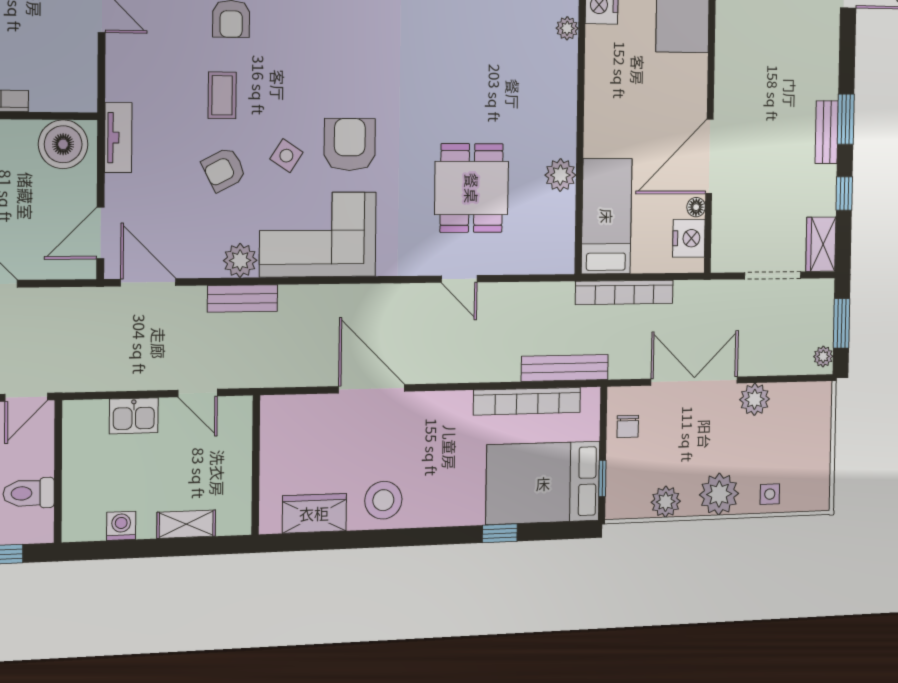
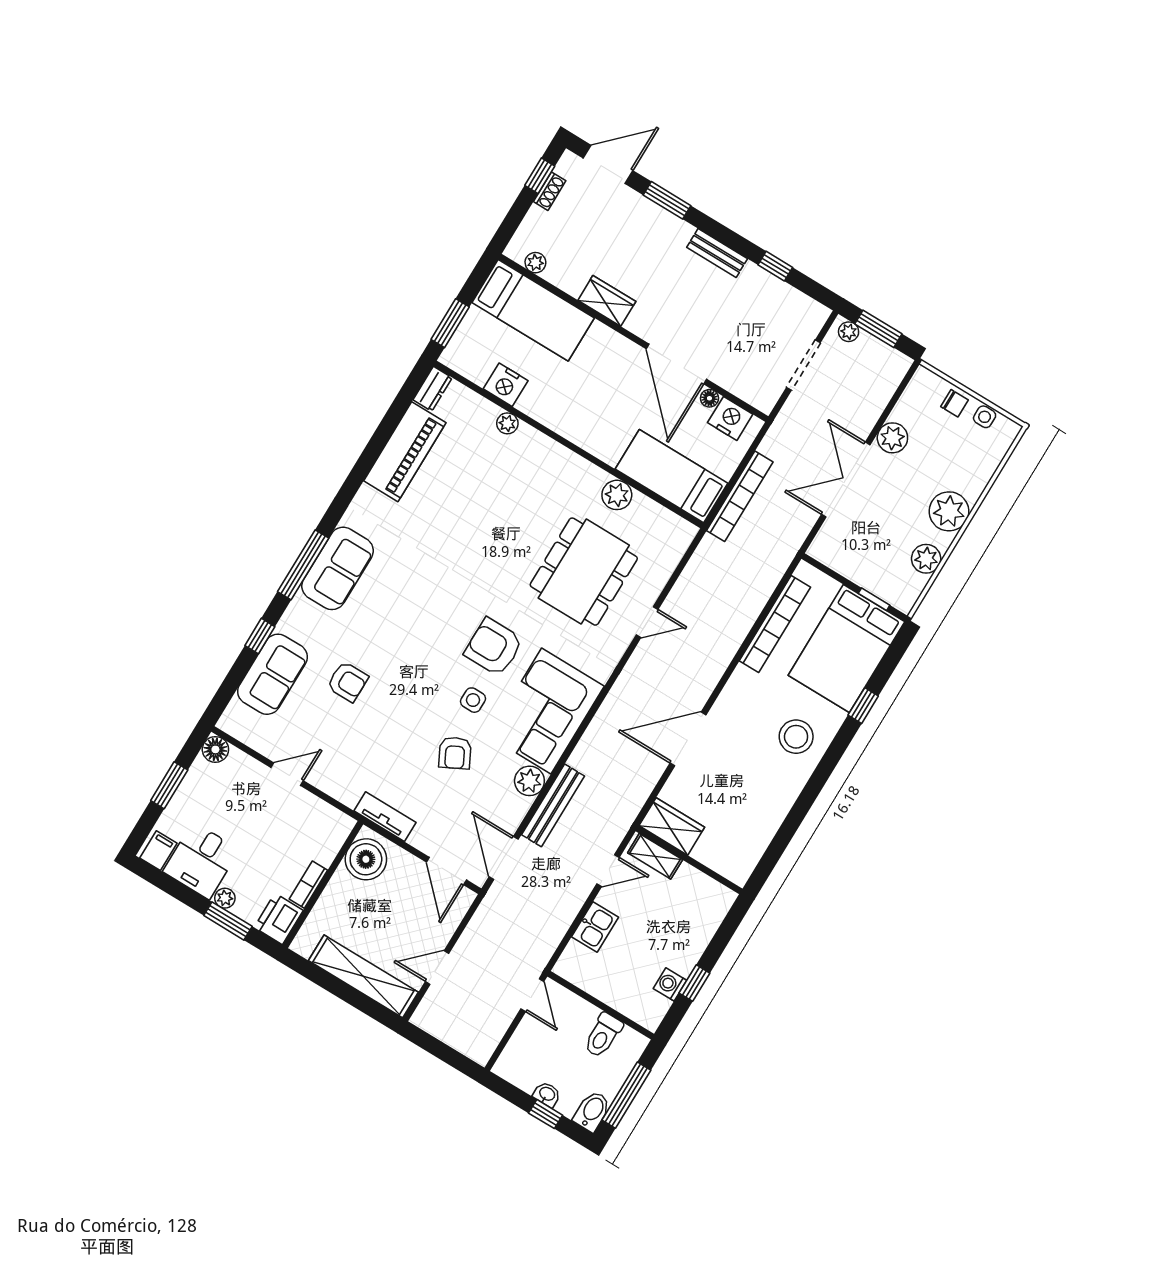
coffee table: (222, 95) -> (400, 722), removed
window: (846, 119) -> (667, 200), moved
side table: (286, 156) -> (473, 700), turned -33
dining table: (472, 188) -> (584, 572), width x1.37
wardrobe: (821, 244) -> (607, 301), moved, turned 180
door: (148, 282) -> (504, 858), hinge flipped
bench: (242, 298) -> (553, 805), width x1.36
plant: (823, 356) -> (849, 332), moved
bench: (565, 368) -> (768, 579), removed
chair: (628, 426) -> (954, 403), moved
side table: (770, 494) -> (985, 417), moved
stool: (383, 500) -> (796, 737), moved
wardrobe: (314, 513) -> (672, 826), moved, turned 90
shelving: (186, 524) -> (655, 856), moved, turned 90
window: (137, 549) -> (694, 983), added

